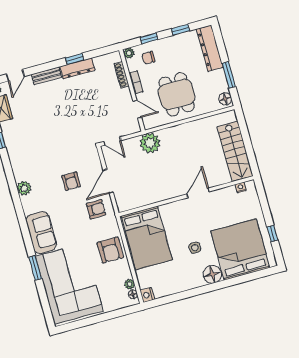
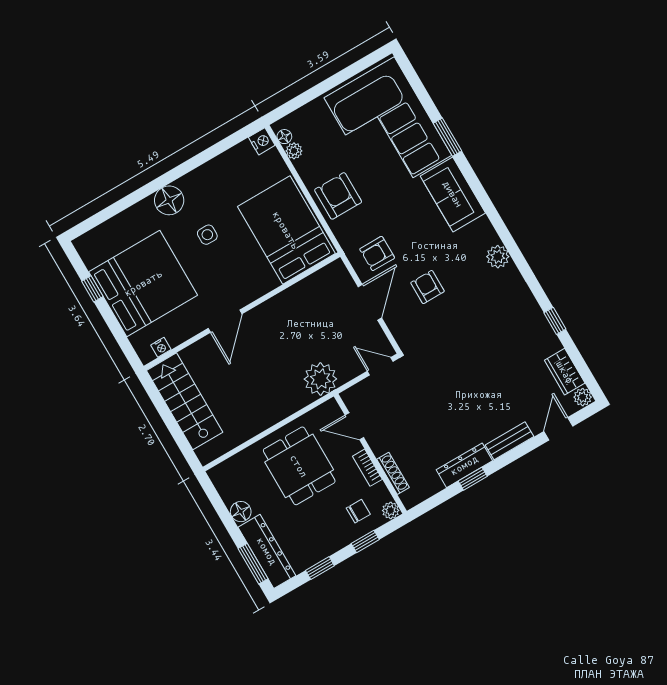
window: (229, 75) -> (253, 564), moved
floor lamp: (225, 99) -> (241, 512), moved
bed: (240, 250) -> (143, 283), moved, turned -90

